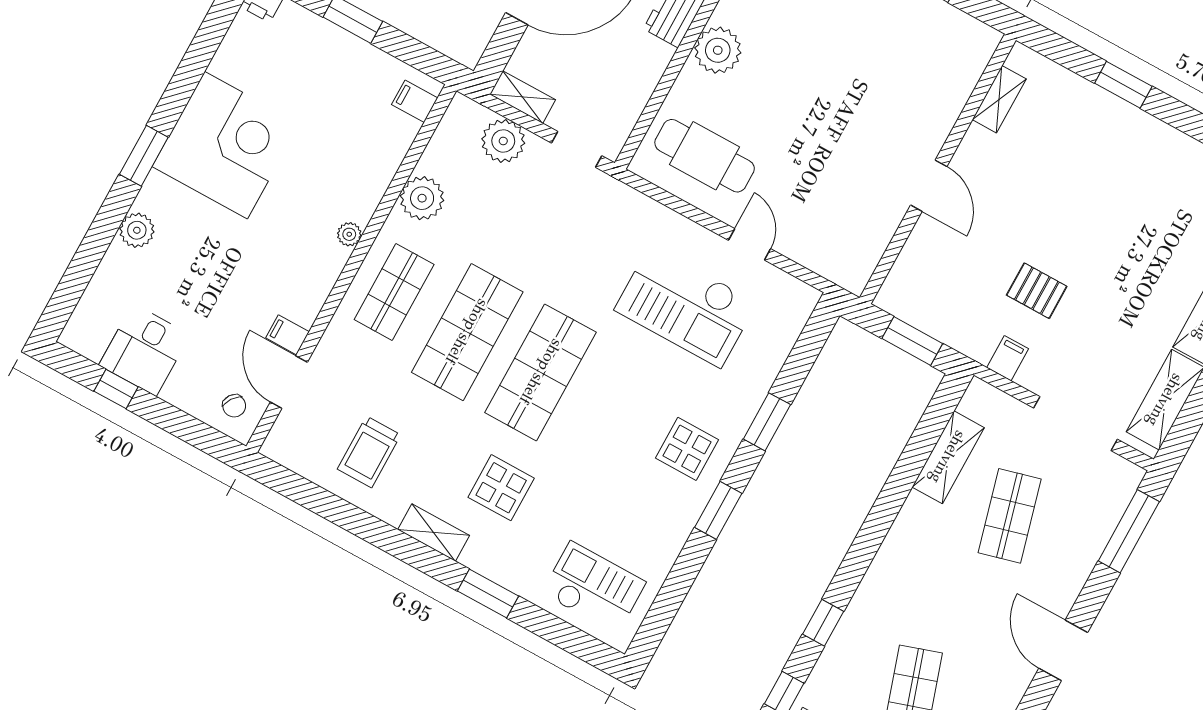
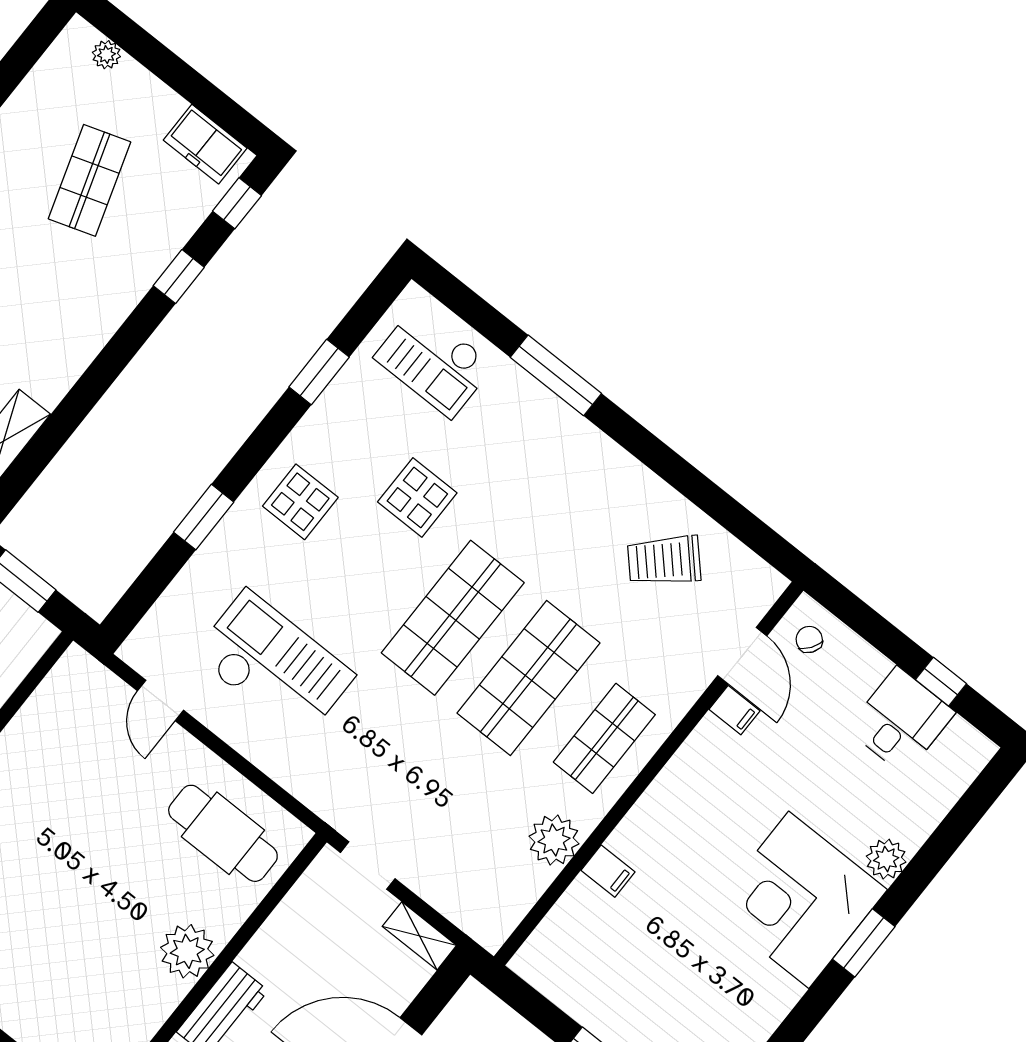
filing cabinet: (415, 101) -> (608, 871), moved
plant: (503, 141) -> (450, 889), removed
corner desk: (226, 145) -> (799, 900), moved
plant: (349, 234) -> (644, 813), removed
door: (750, 244) -> (160, 701), moved
trolley: (369, 452) -> (664, 560), turned -133
display table: (501, 488) -> (417, 497), moved
window: (718, 510) -> (319, 372), moved
shelving: (434, 533) -> (606, 456), removed
window: (488, 594) -> (556, 375), width x1.44

